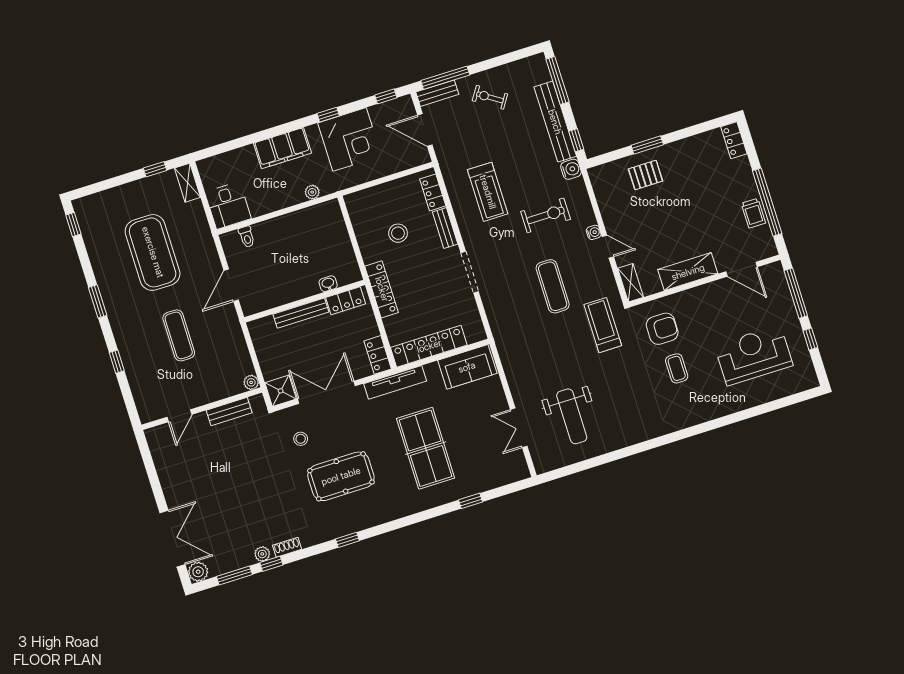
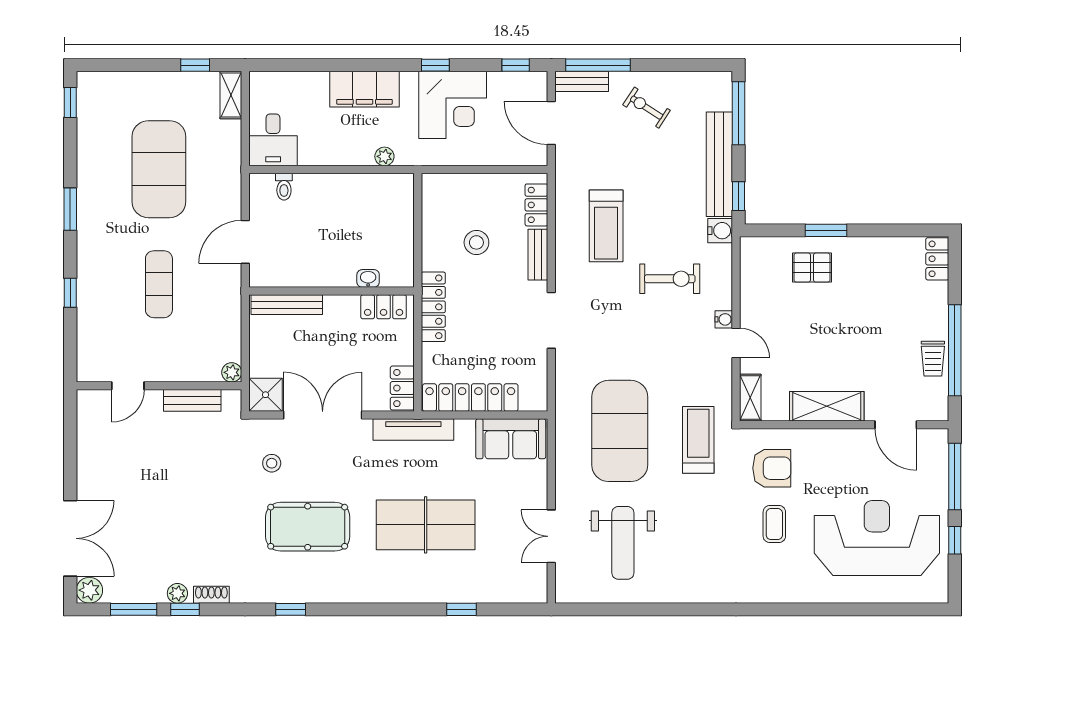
exercise mat: (553, 286) -> (620, 431), moved, width x2.00, depth x1.45
bench: (301, 313) -> (287, 305), moved
reception desk: (754, 355) -> (877, 538), width x1.36, depth x1.30
table tennis table: (426, 448) -> (426, 525), turned 90

